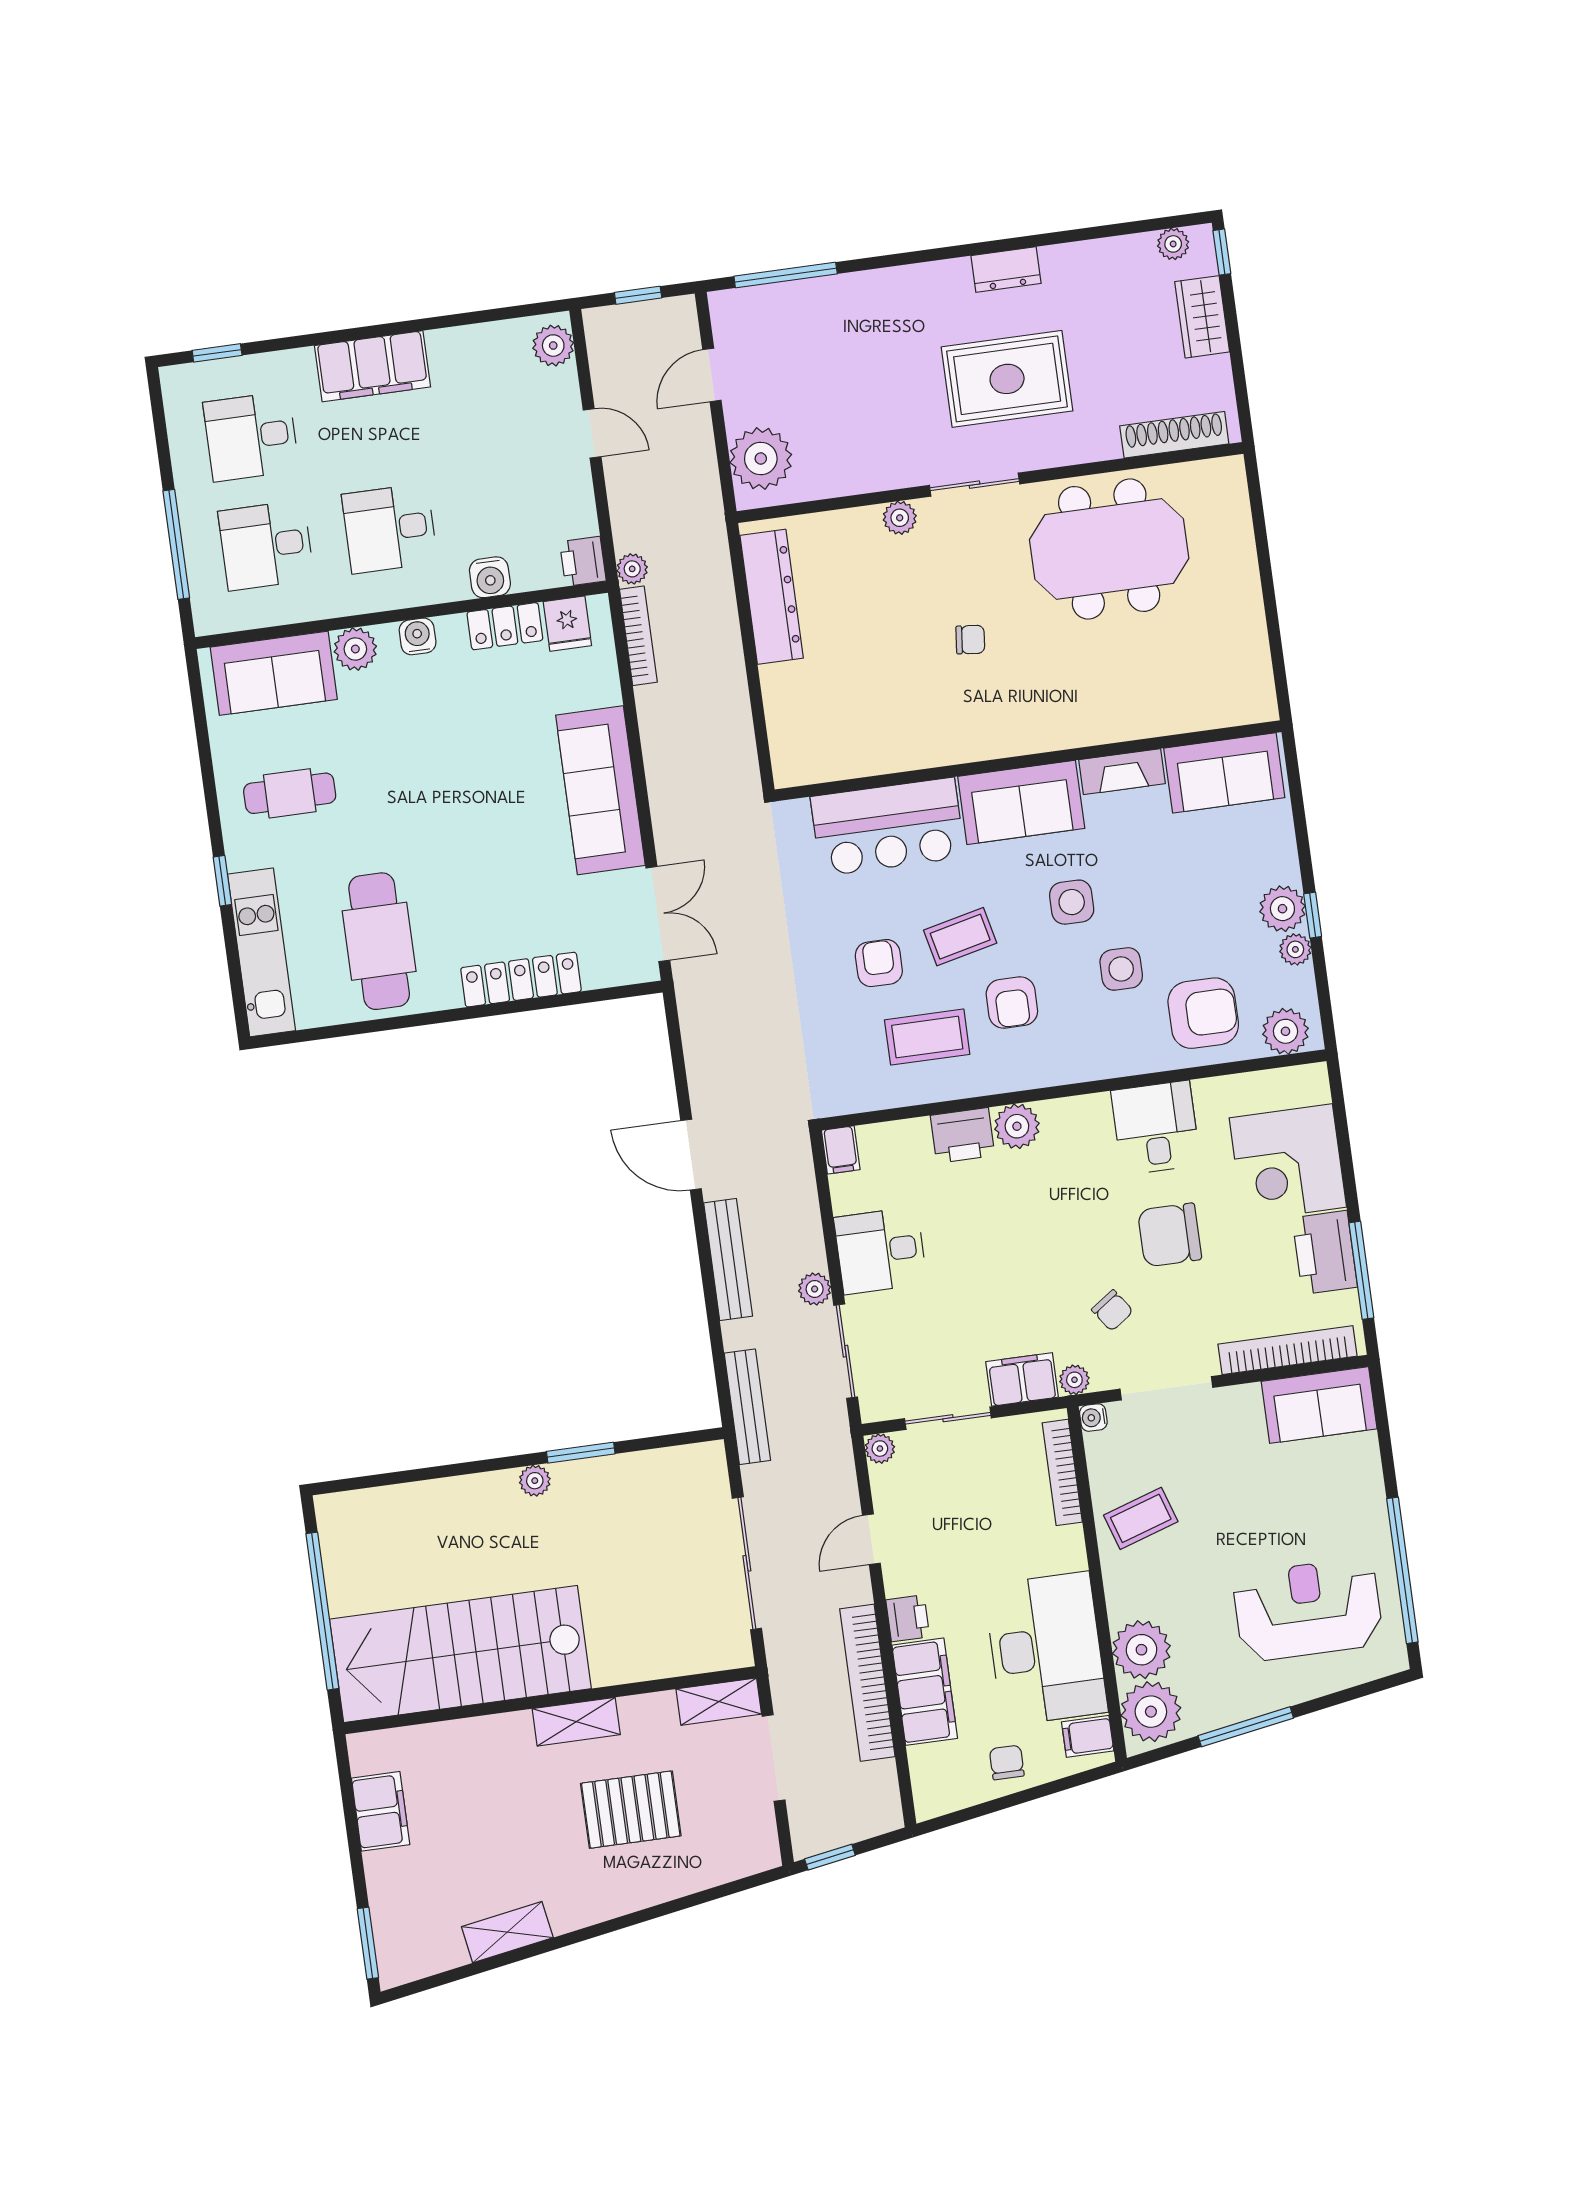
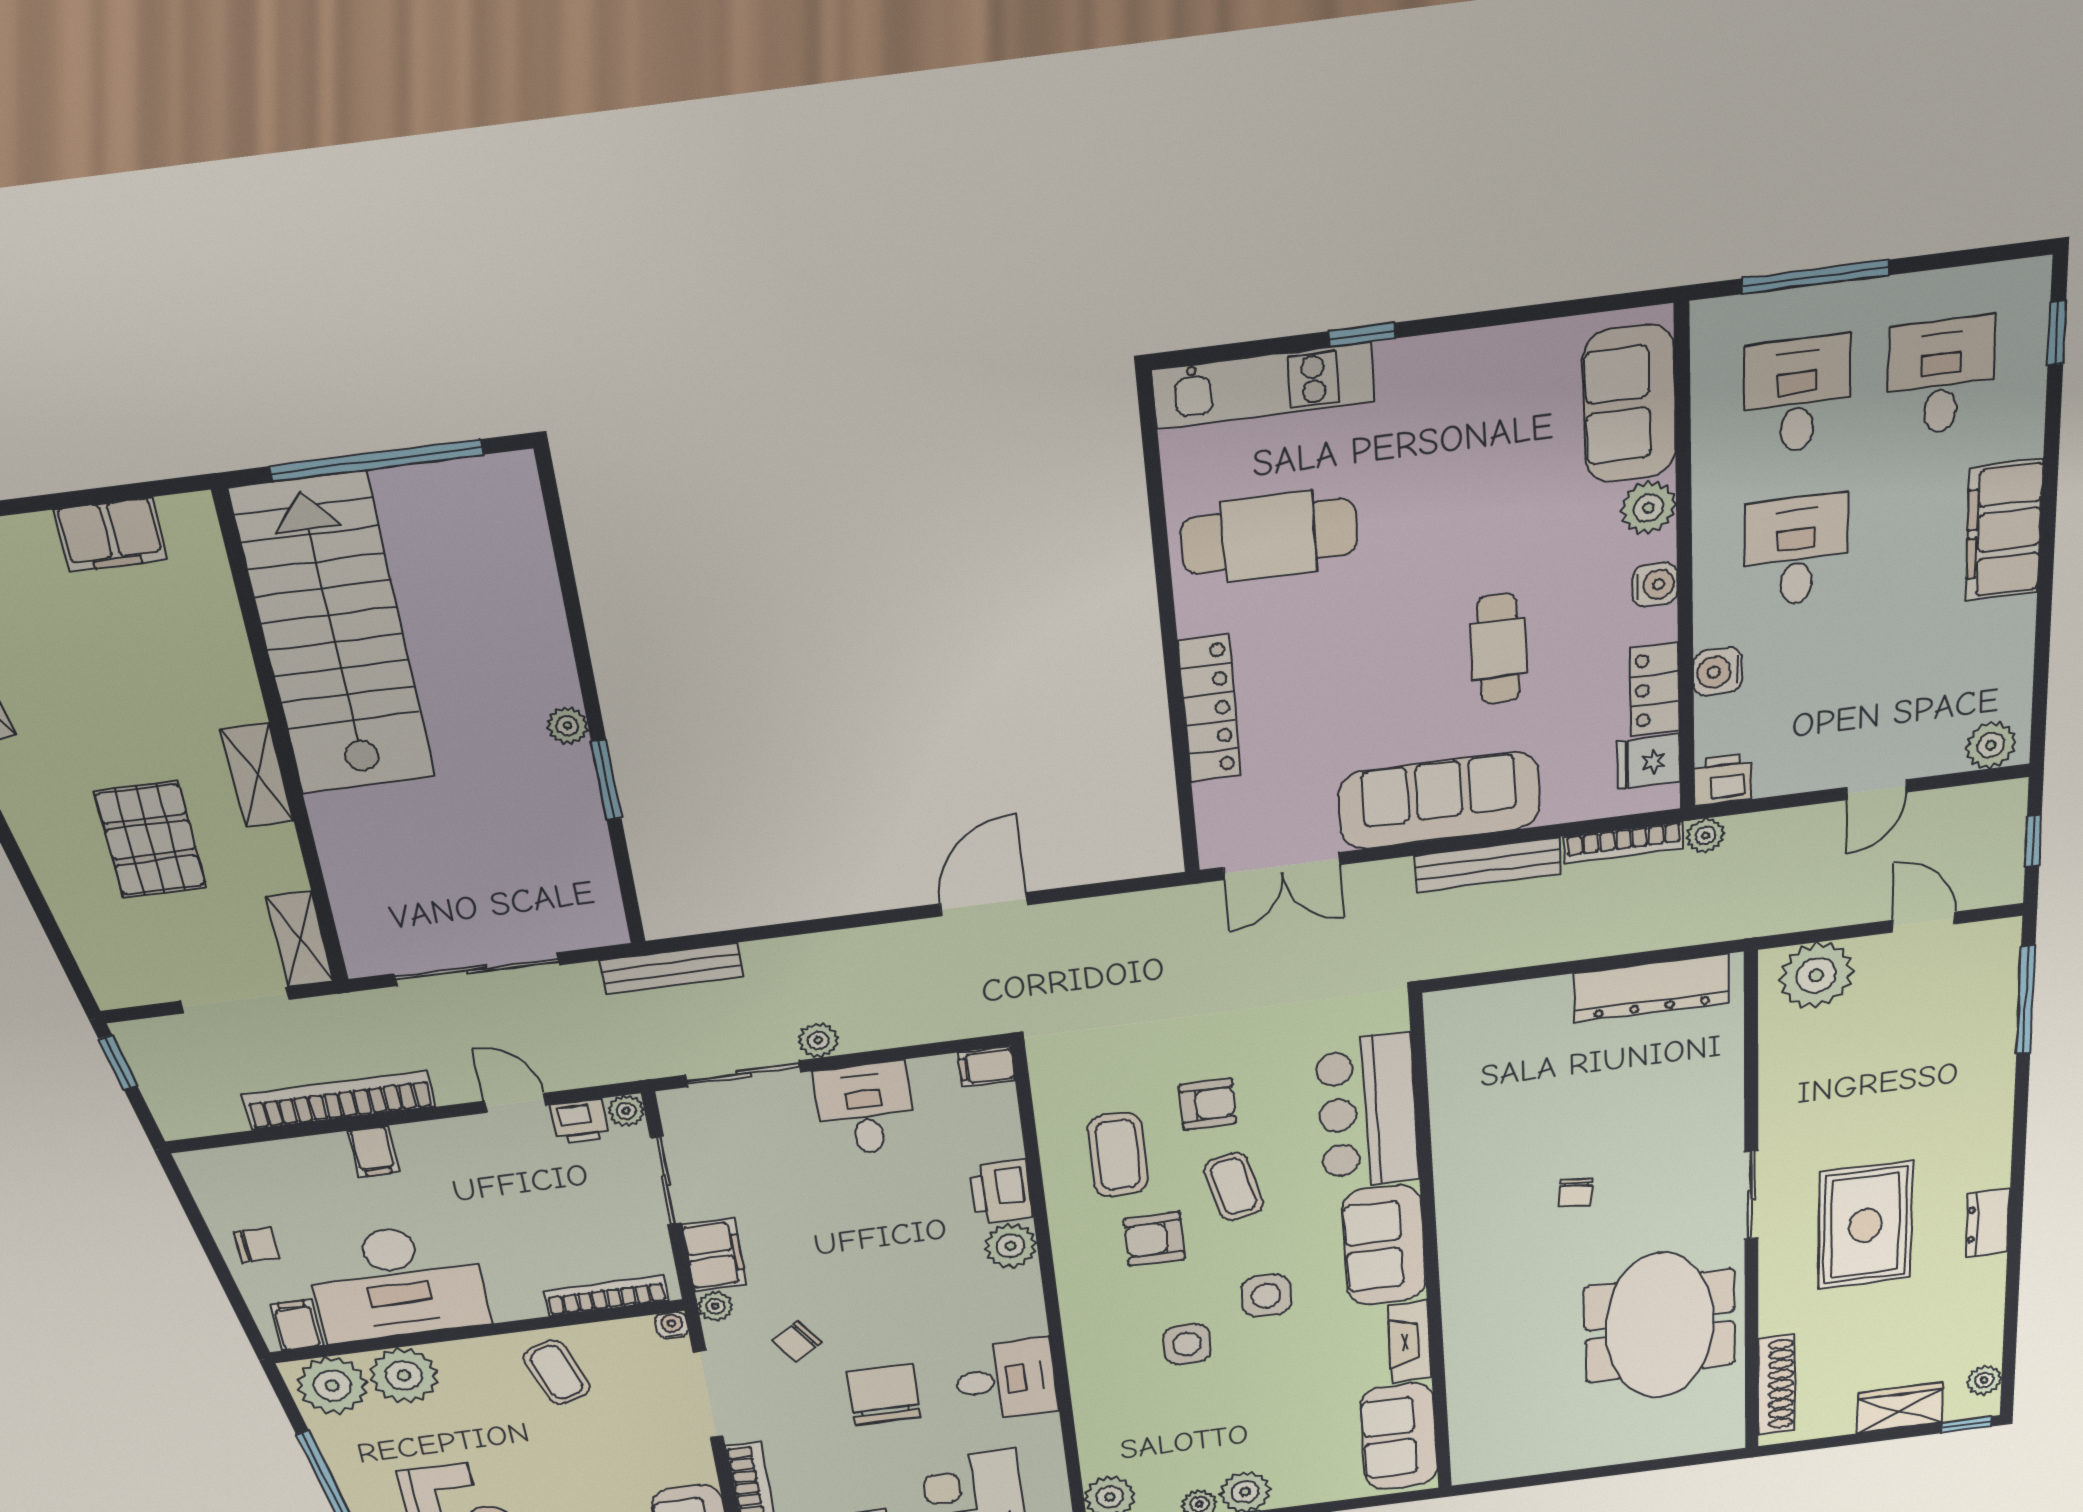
plant: (900, 518) -> (1725, 1120), removed
cafe table: (290, 793) -> (1498, 649), moved
armchair: (1203, 1013) -> (1133, 1422), removed
bench: (728, 1260) -> (1488, 865), moved
printer: (908, 1618) -> (580, 1122), moved
filing cabinet: (925, 1692) -> (373, 1151), width x0.33, depth x0.86

